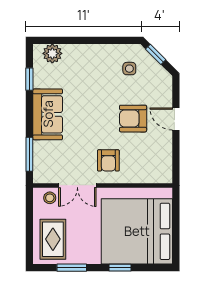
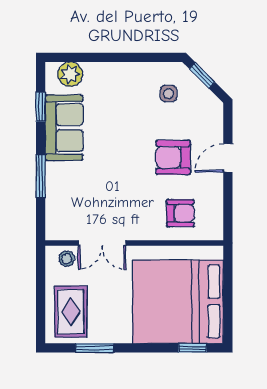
sofa: (48, 114) -> (64, 128), moved
door: (176, 119) -> (228, 158), hinge flipped
window: (29, 154) -> (41, 176), moved
armchair: (108, 160) -> (180, 213), moved, turned -90
window: (120, 268) -> (192, 348), moved

